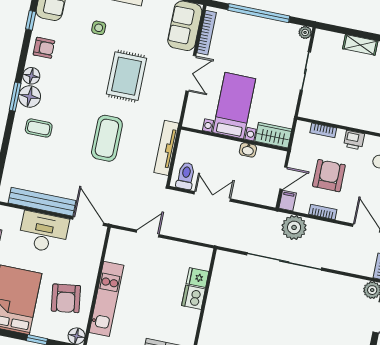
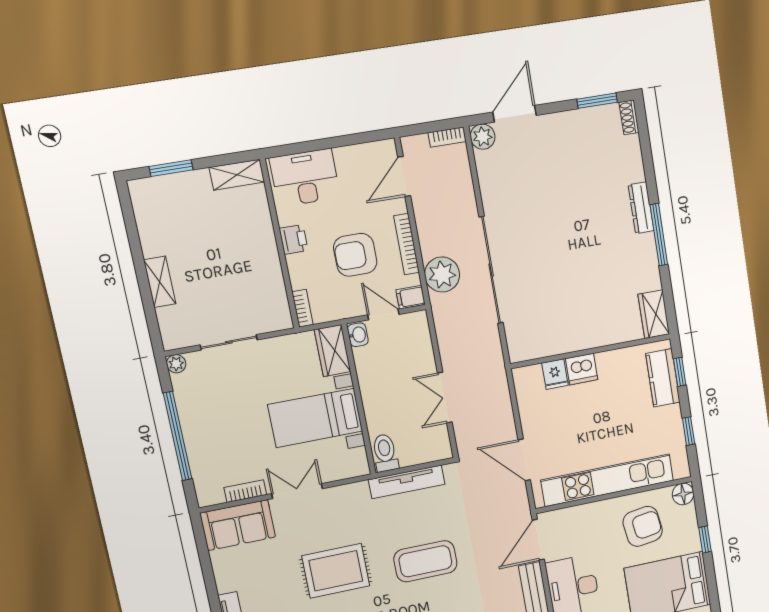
bookcase: (207, 33) -> (245, 491), width x0.64
bookcase: (323, 130) -> (302, 308), moved
washbasin: (248, 150) -> (358, 335), moved
toilet: (186, 176) -> (385, 453), moved, turned 90
bookcase: (323, 212) -> (407, 244), width x1.56
door: (148, 233) -> (524, 460), width x1.38
kitchen unit: (106, 299) -> (608, 480), width x1.36

